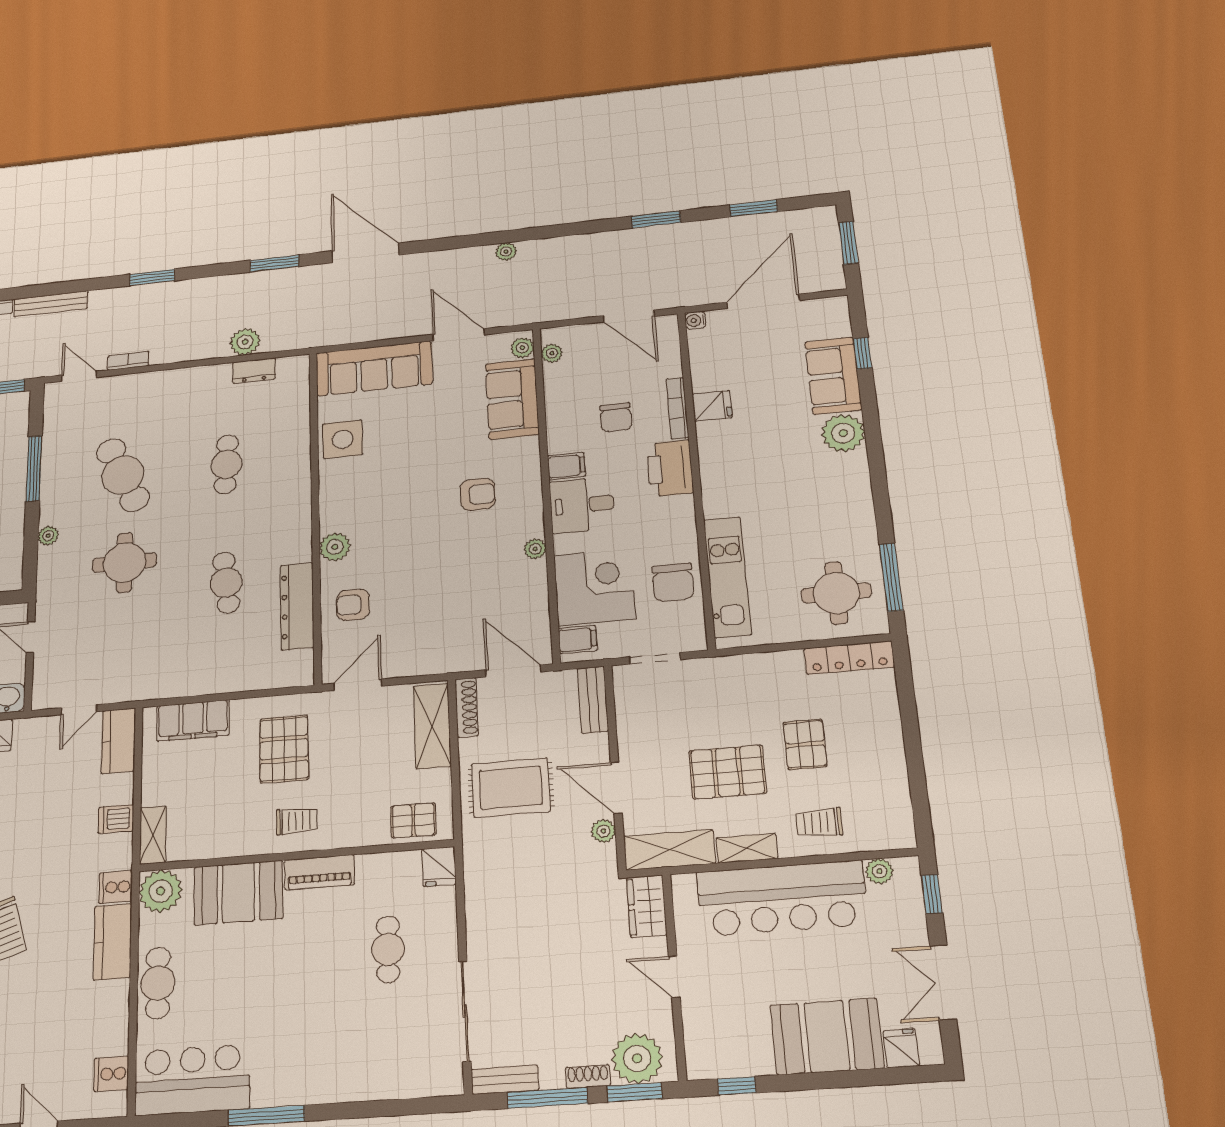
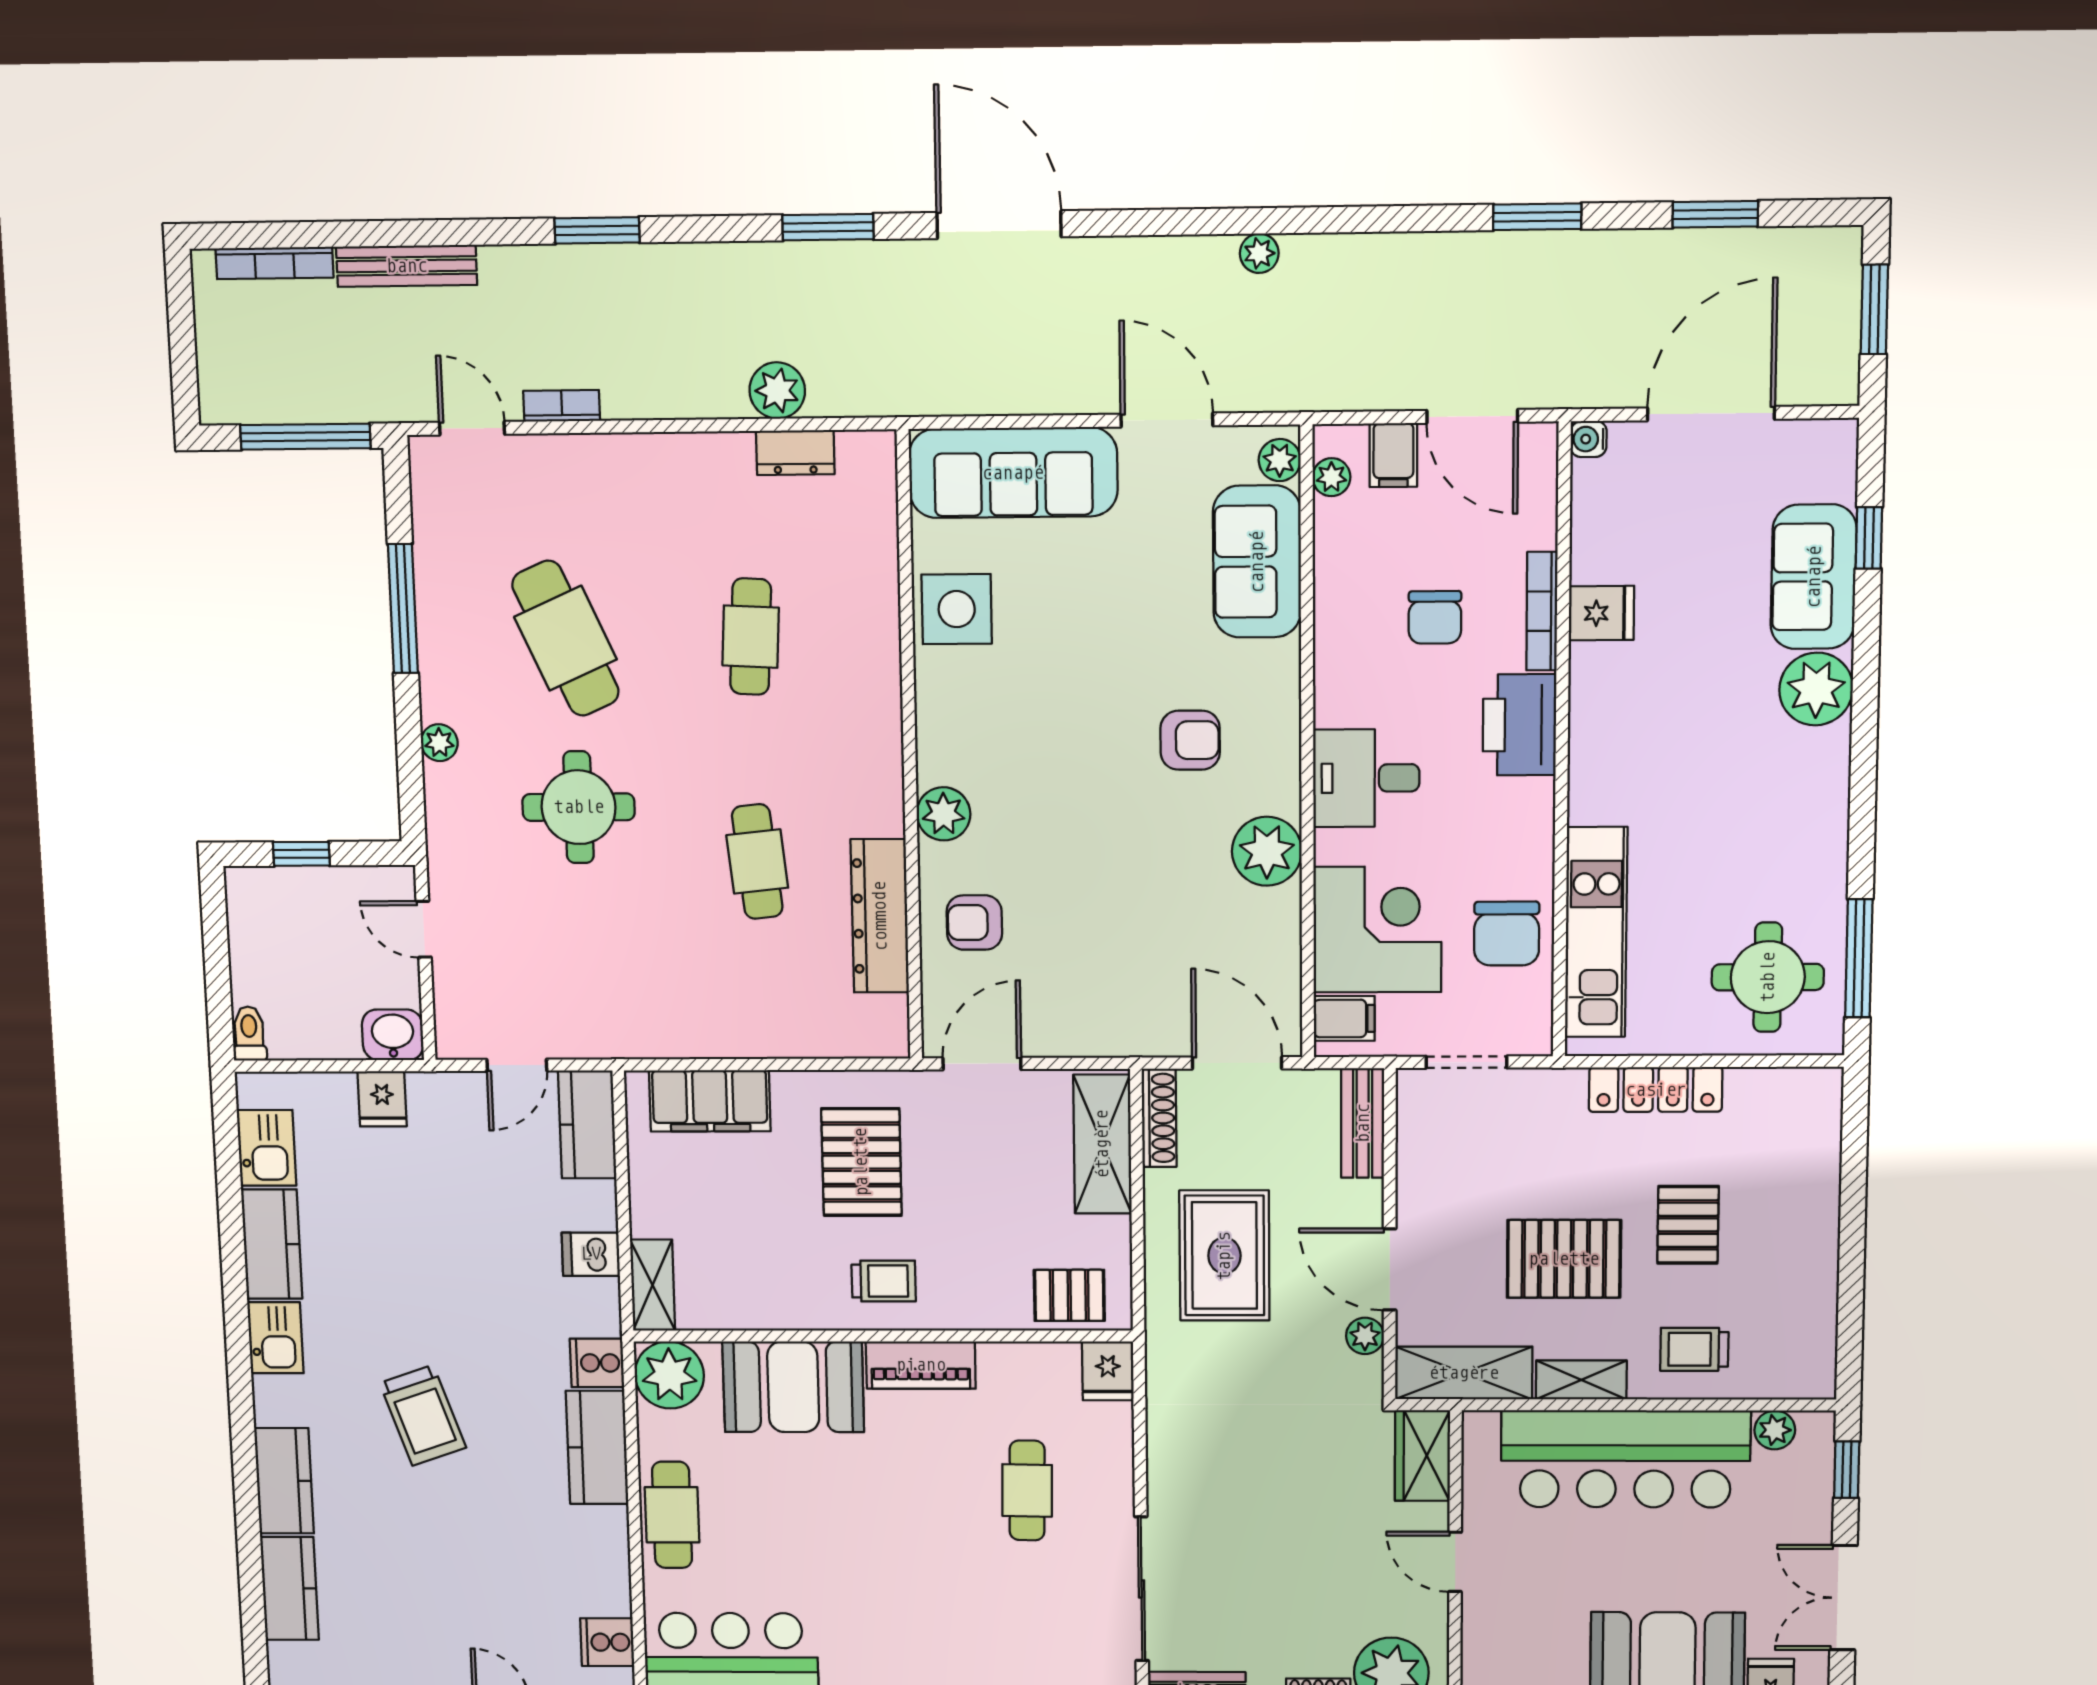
filing cabinet: (566, 466) -> (1393, 455), moved, turned 90
plant: (535, 549) -> (1267, 851), width x1.87, depth x1.87
locker: (849, 658) -> (1656, 1090), moved
rug: (511, 788) -> (1224, 1256), turned 90

